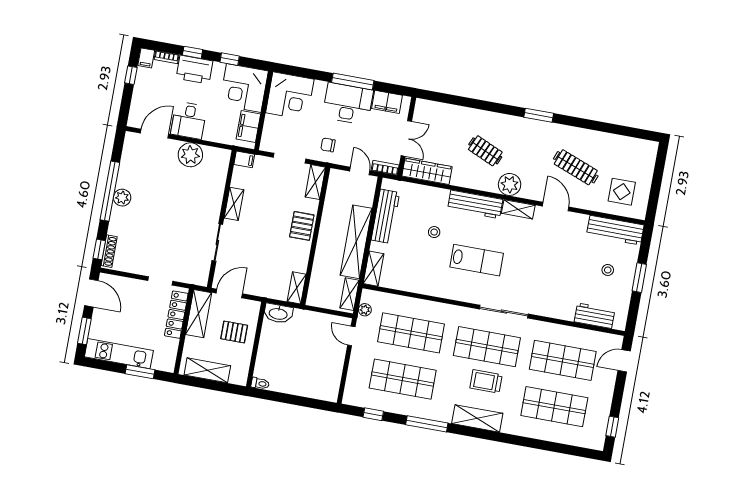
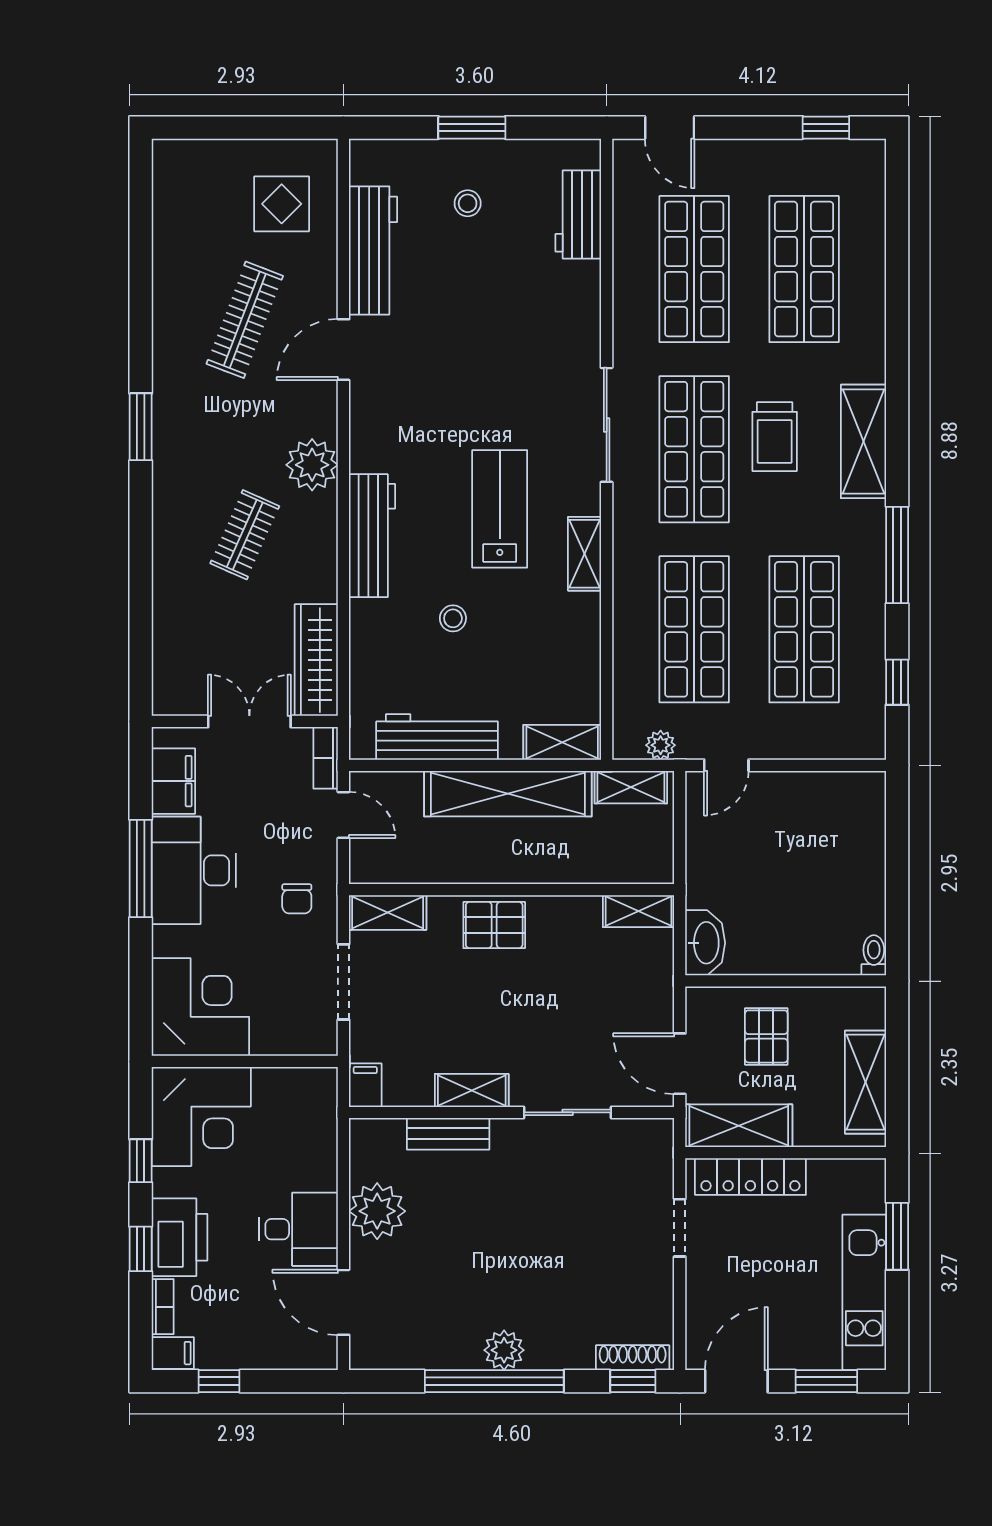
filing cabinet: (248, 127) -> (288, 1090), removed
door: (360, 171) -> (343, 815), swing flipped
bench: (217, 191) -> (448, 1134), added
shelving: (518, 209) -> (585, 554), moved
workbench: (615, 230) -> (373, 250), moved

